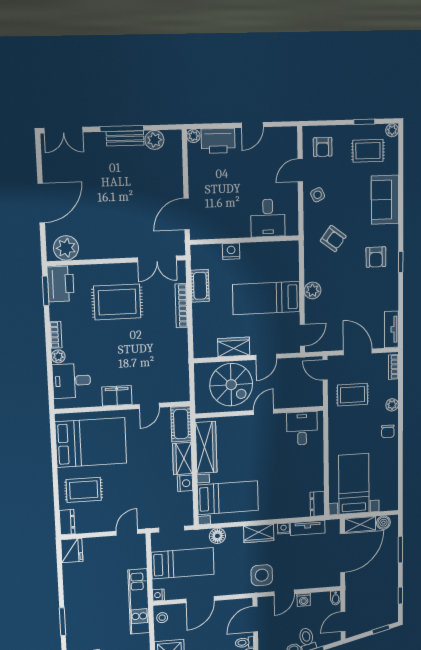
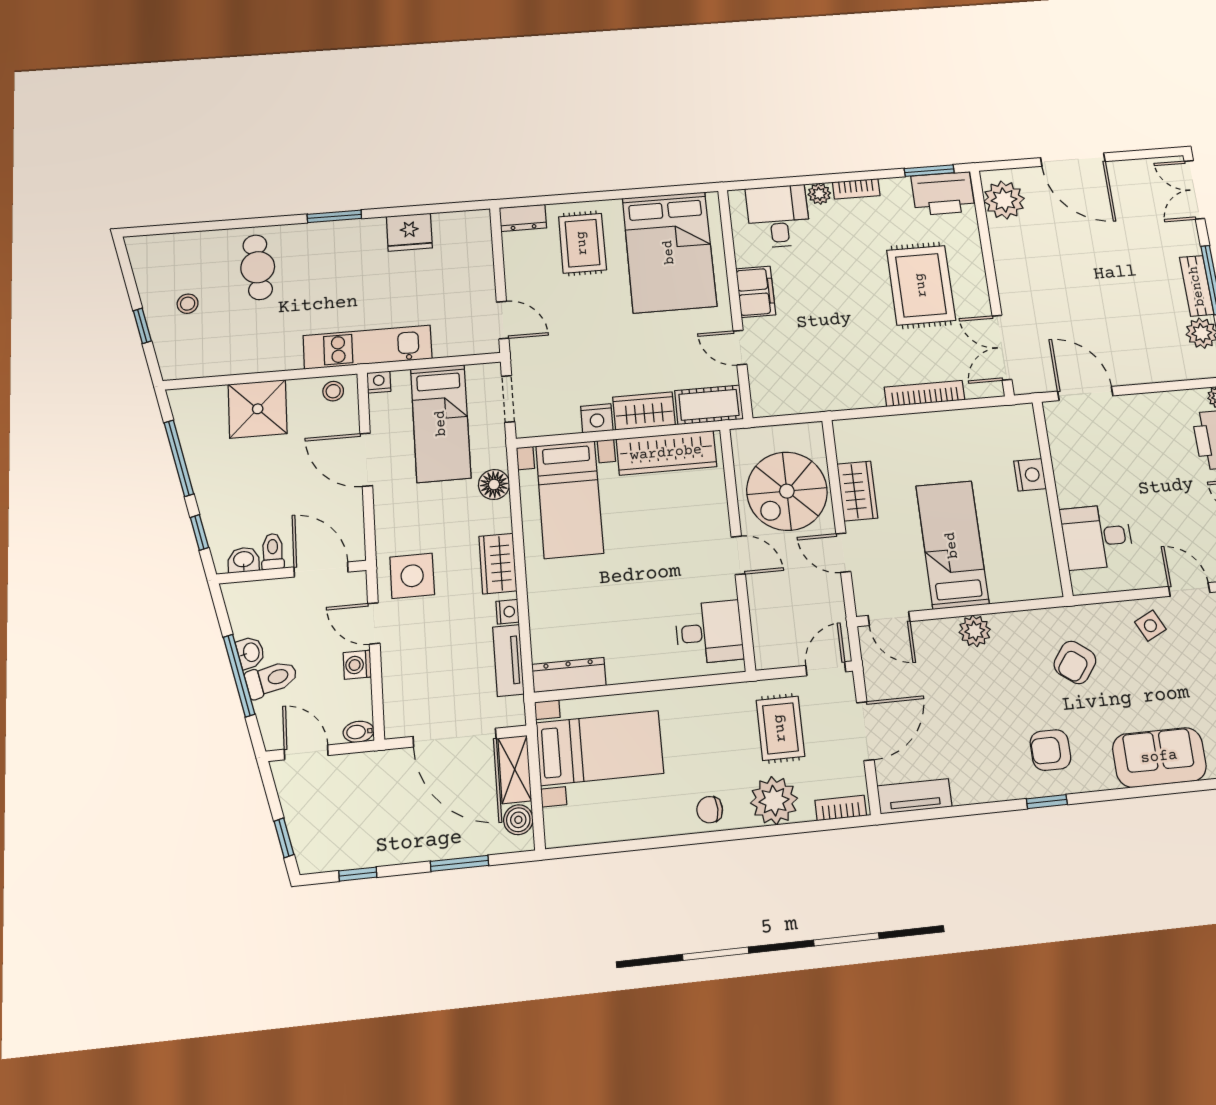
cot: (200, 286) -> (963, 424), removed
plant: (392, 405) -> (774, 801), width x1.87, depth x1.87
dresser: (317, 504) -> (569, 675), width x1.44
fridge: (72, 551) -> (409, 232), moved

